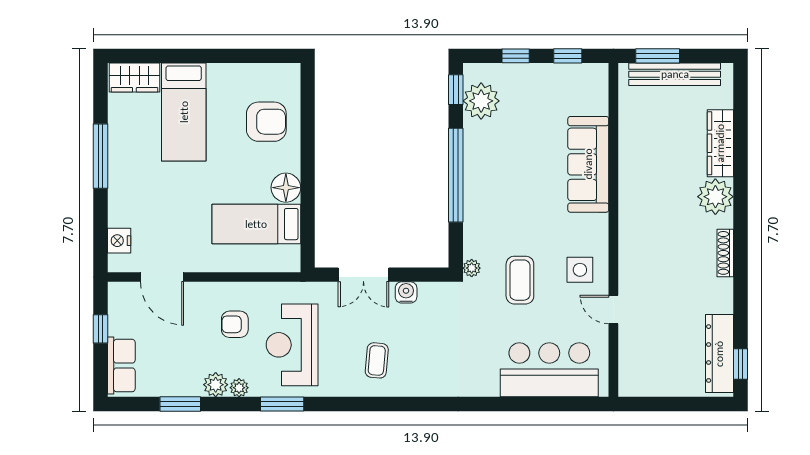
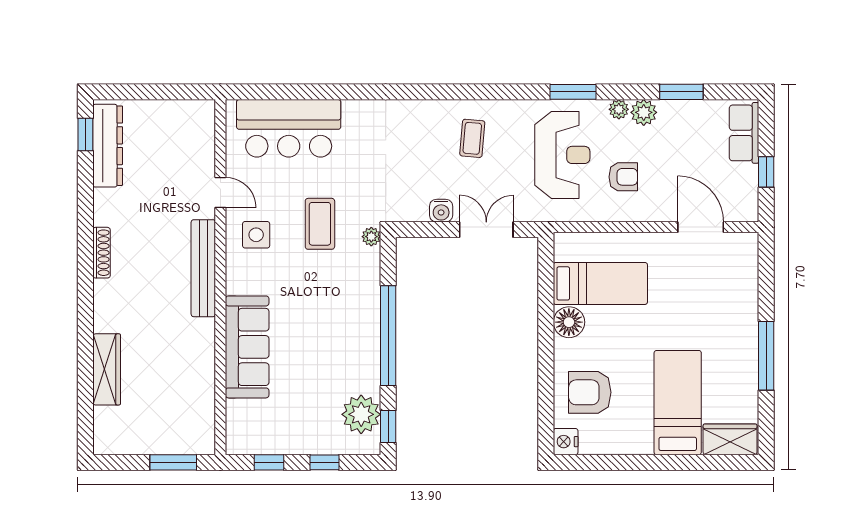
bench: (675, 74) -> (203, 268), moved, turned 90
plant: (715, 197) -> (112, 313), removed
nightstand: (119, 241) -> (566, 442), moved, turned 180

